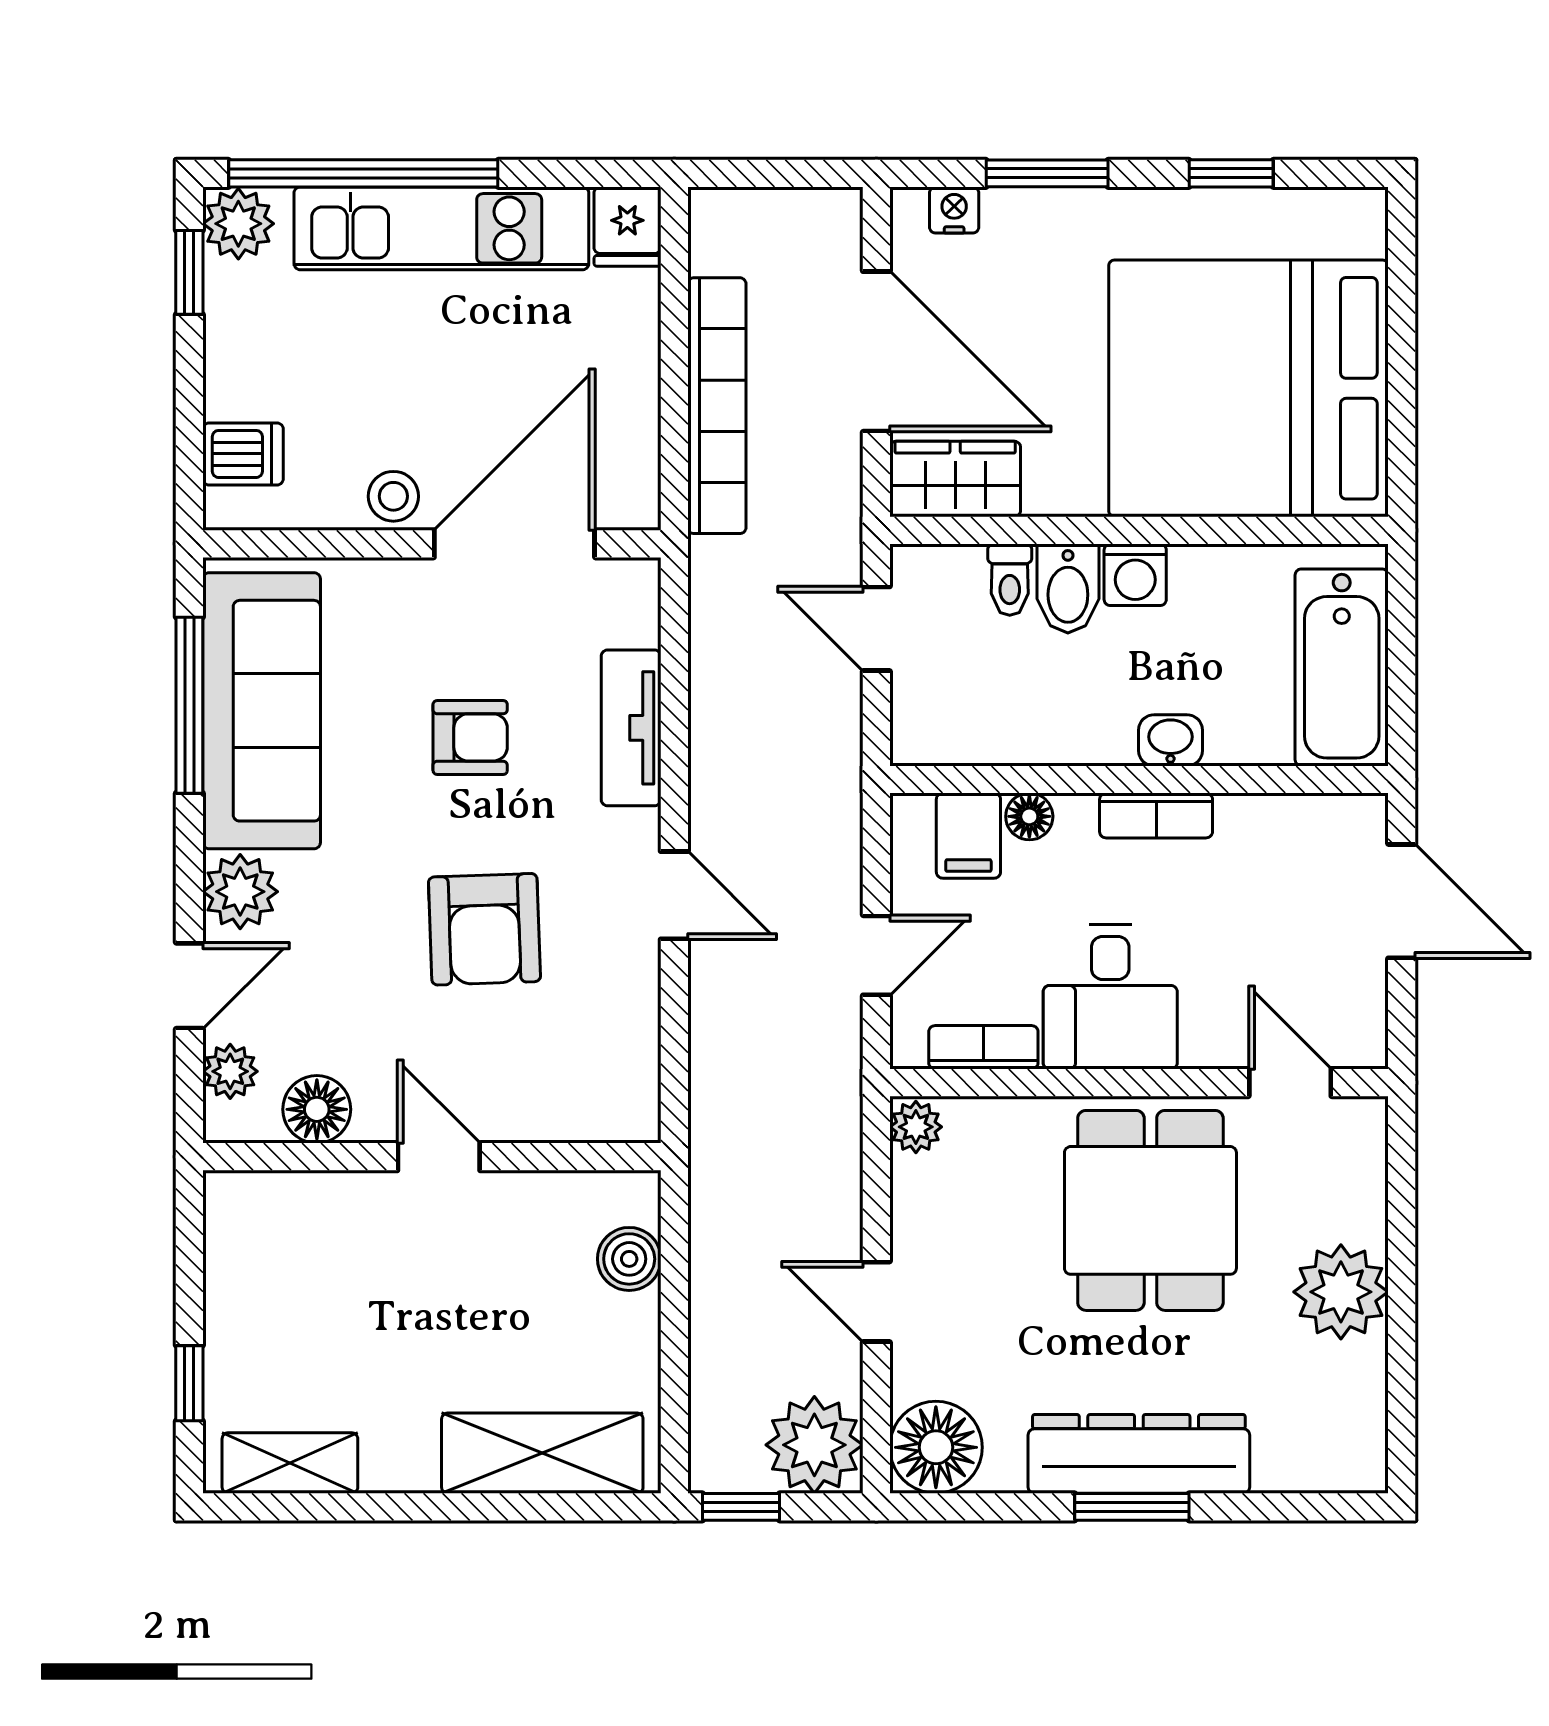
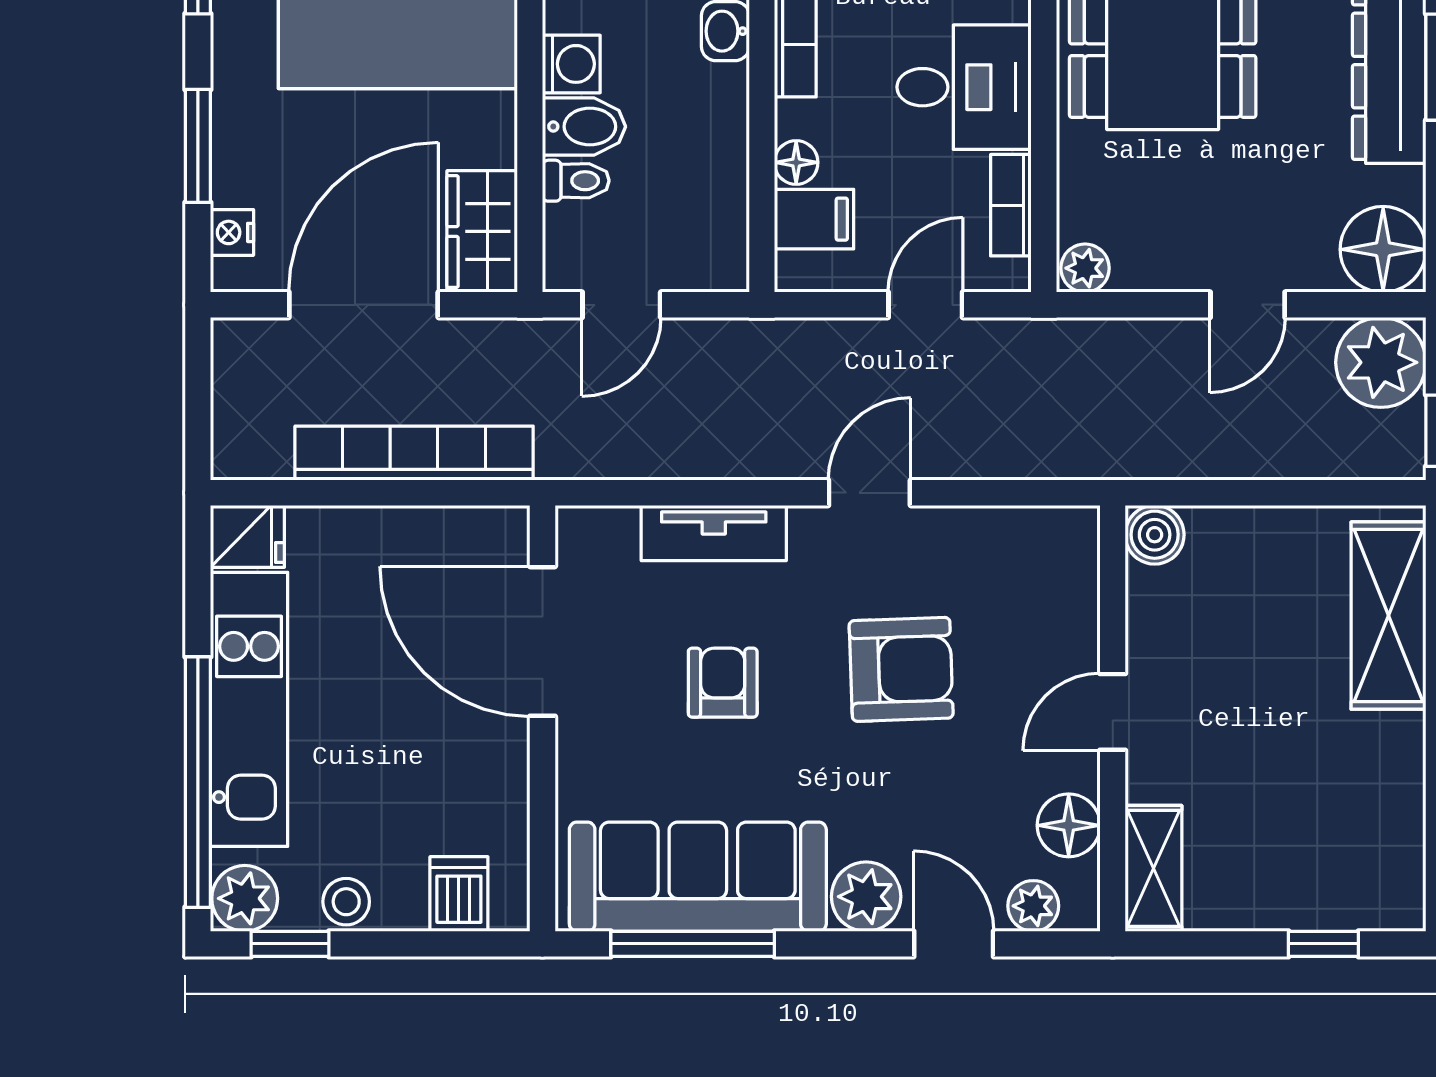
stool: (393, 496) -> (346, 902), moved
door: (876, 955) -> (925, 305), hinge flipped
boiler: (629, 1259) -> (1155, 535), moved
shelving: (290, 1463) -> (1154, 868), moved

